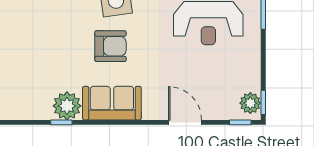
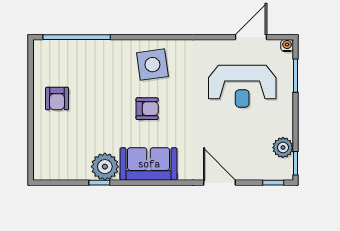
armchair: (18, 36) -> (57, 99), added
armchair: (110, 46) -> (147, 109), width x0.72, depth x0.72
plant: (250, 103) -> (283, 148), moved

